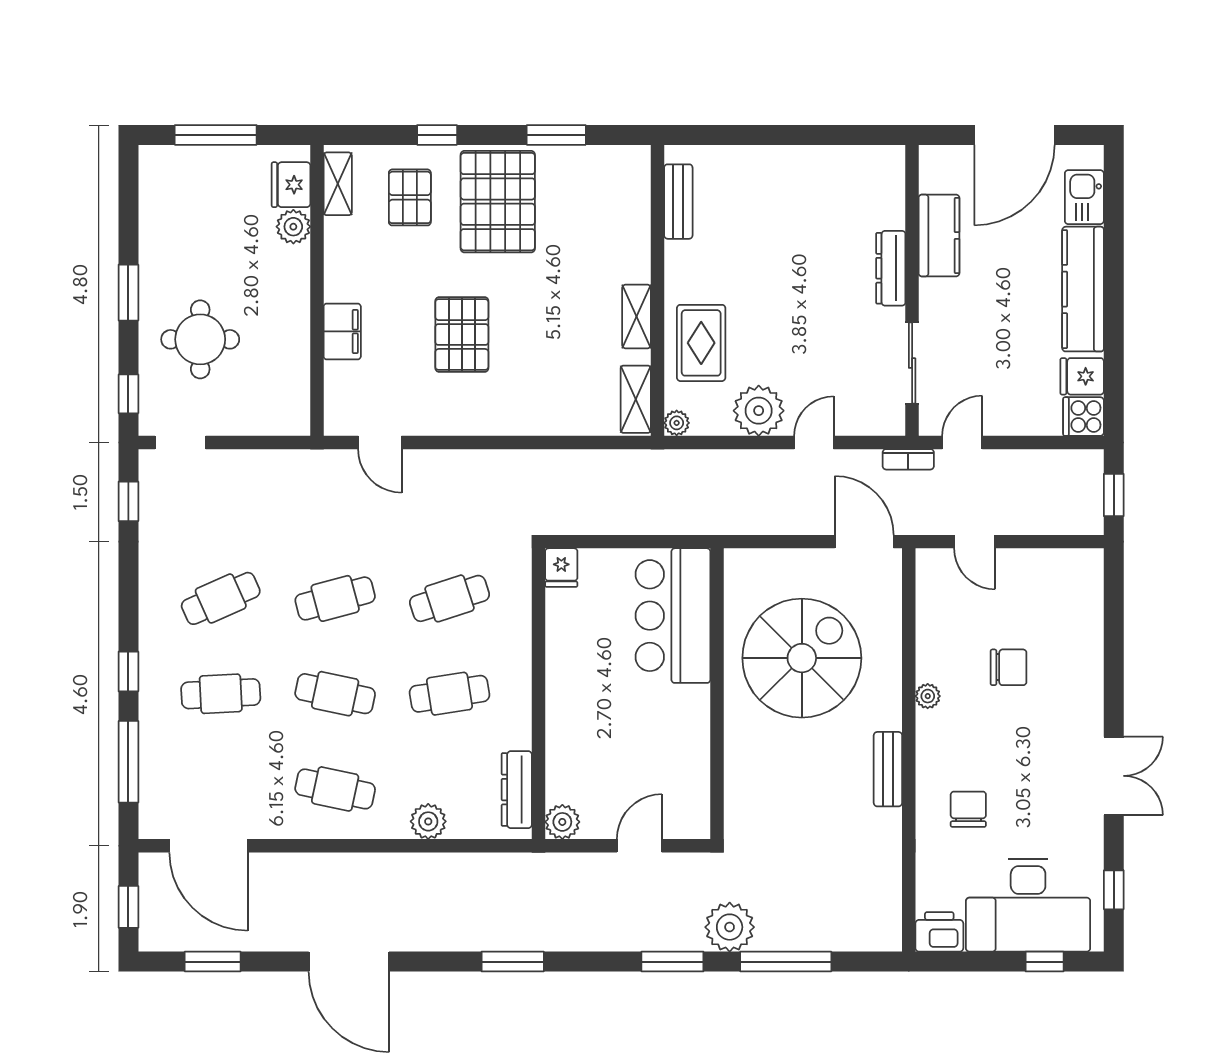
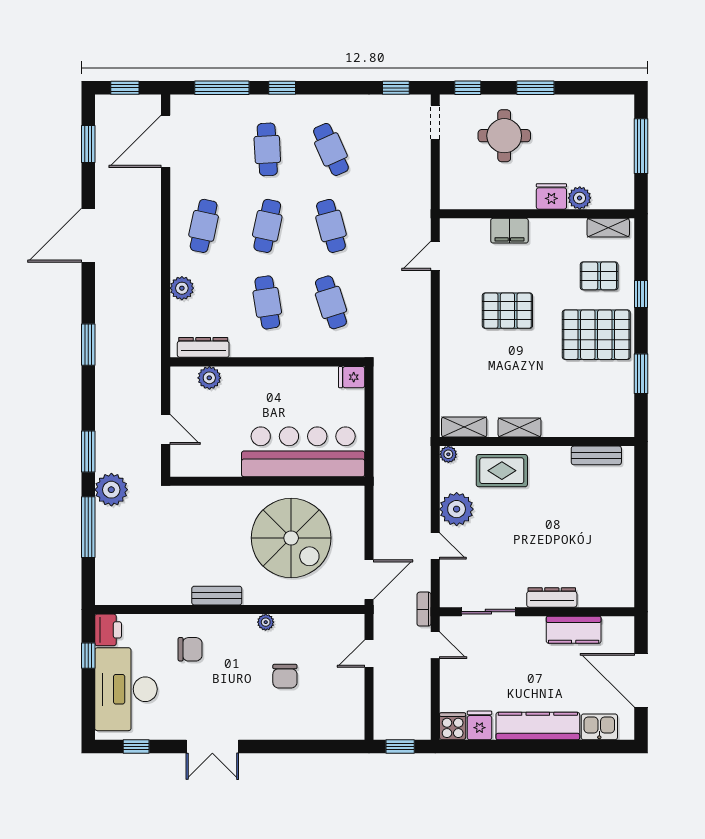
fridge: (291, 185) -> (551, 196), moved
bar counter: (673, 616) -> (303, 452), width x1.36
plant: (562, 822) -> (209, 378), moved
window: (1045, 962) -> (88, 656), moved

